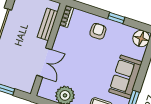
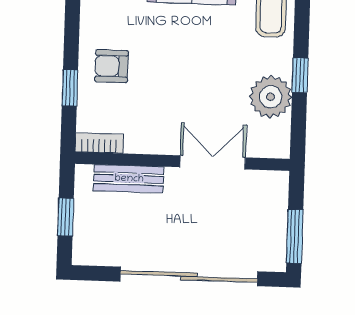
window: (116, 18) -> (70, 88), moved

